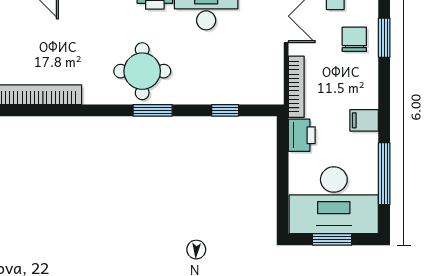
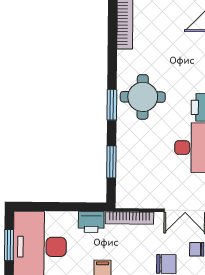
window: (225, 110) -> (111, 162), width x1.50

